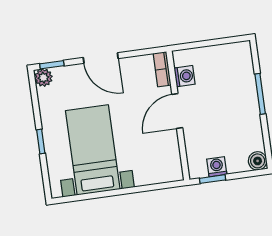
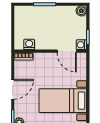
door: (177, 111) -> (67, 51), moved
washing machine: (217, 167) -> (81, 45), moved

